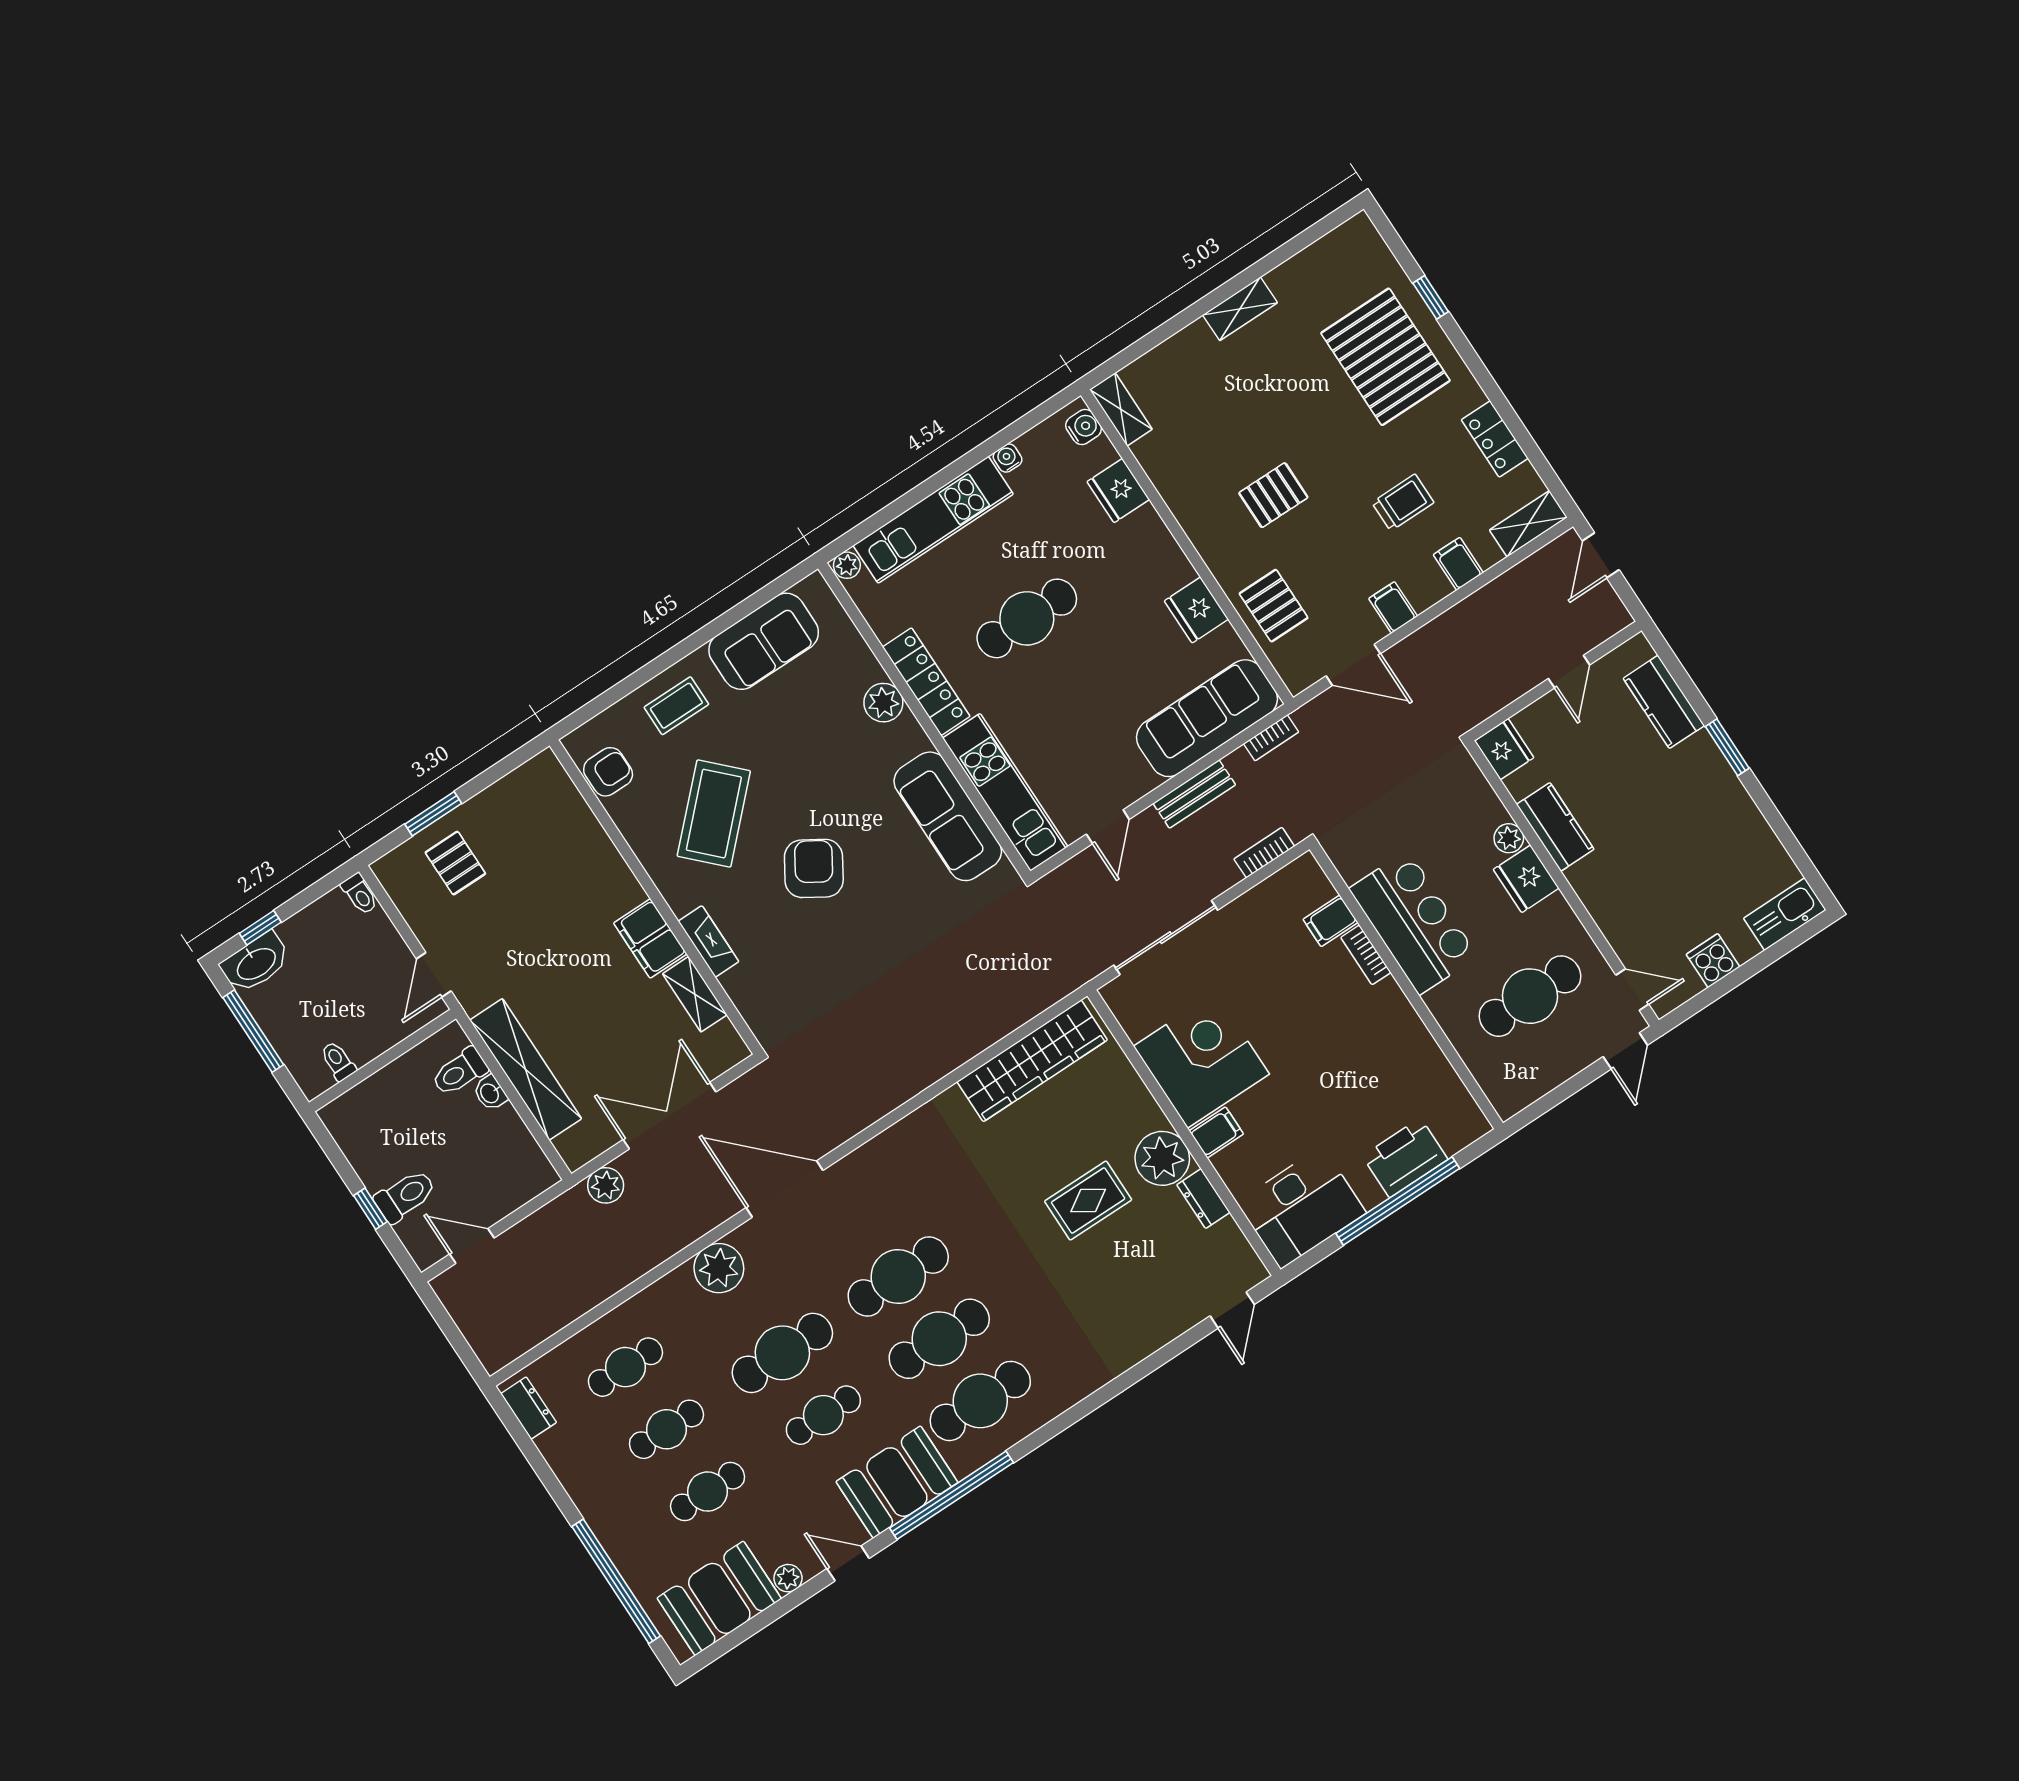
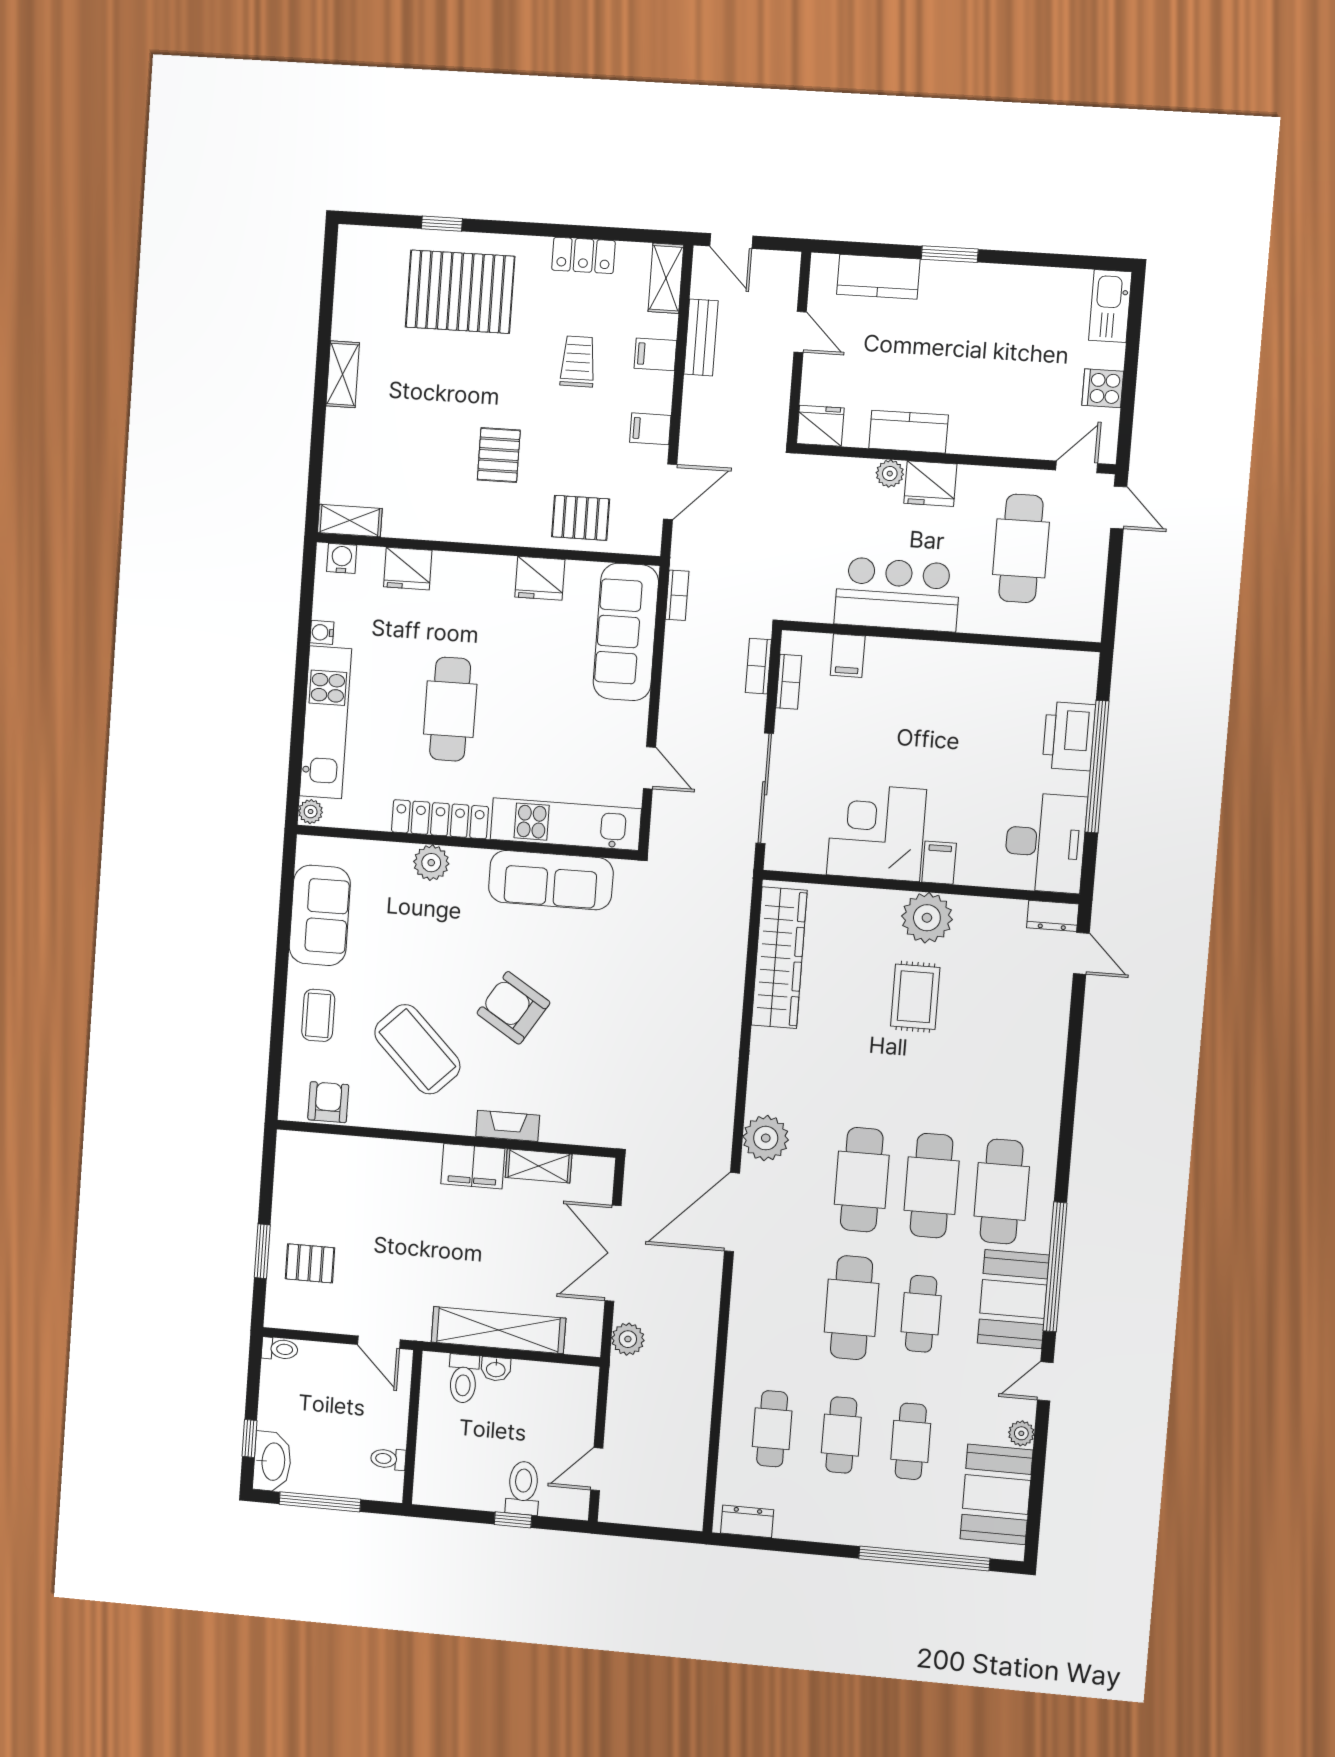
bench: (1194, 794) -> (701, 337), moved
bookcase: (1366, 955) -> (789, 682), moved, turned -90
dresser: (1203, 1199) -> (1053, 916), moved
plant: (719, 1268) -> (766, 1138), moved

